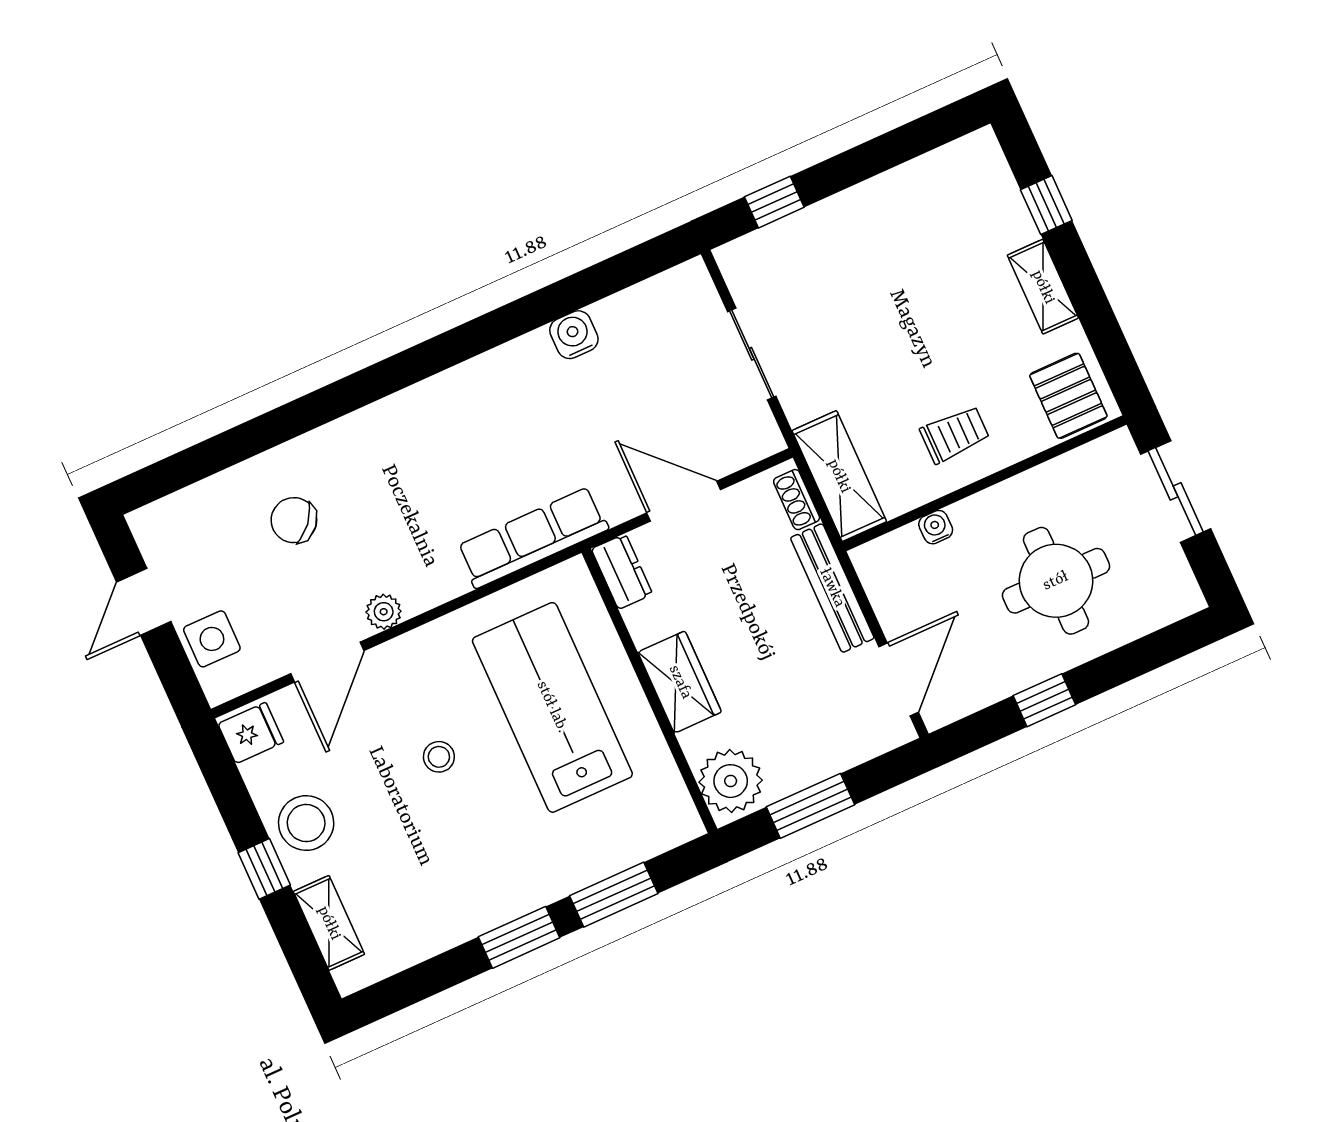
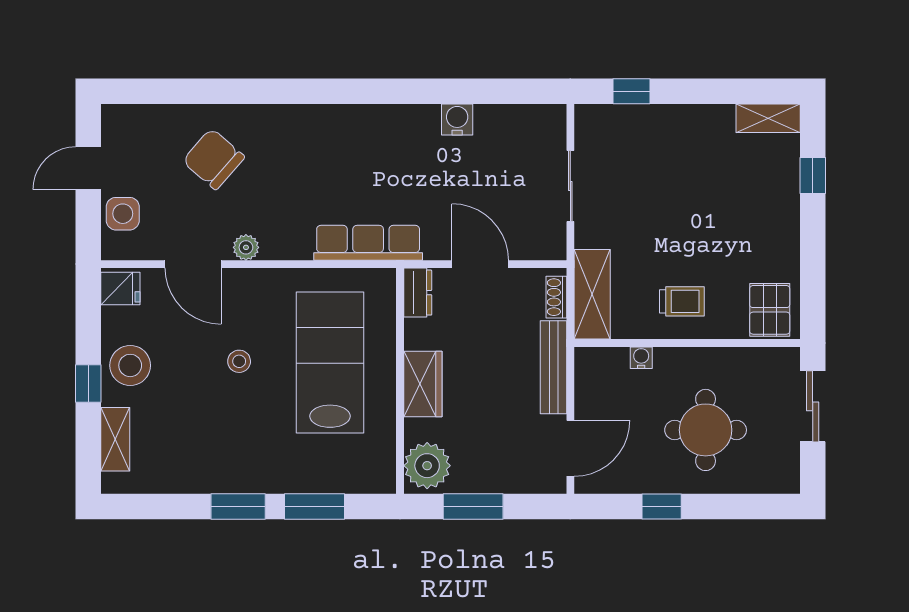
shelving: (1043, 287) -> (768, 118), moved, turned 90
chair: (294, 520) -> (214, 159), width x1.37, depth x1.37
door: (327, 662) -> (193, 264), hinge flipped

